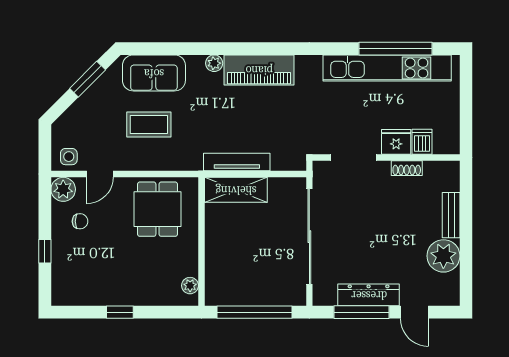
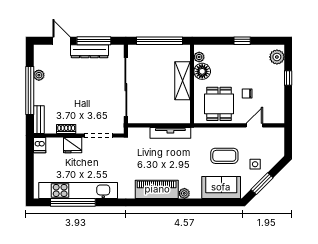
dishwasher: (422, 142) -> (40, 145), moved
side table: (69, 157) -> (255, 164), moved
plant: (63, 189) -> (277, 57), moved
shelving: (236, 190) -> (182, 81), moved, turned 90
bench: (451, 215) -> (39, 120), moved
chair: (80, 221) -> (247, 94), moved
window: (466, 231) -> (30, 91), added
plant: (443, 256) -> (39, 75), width x0.53, depth x0.53
floor lamp: (185, 262) -> (202, 71), added

